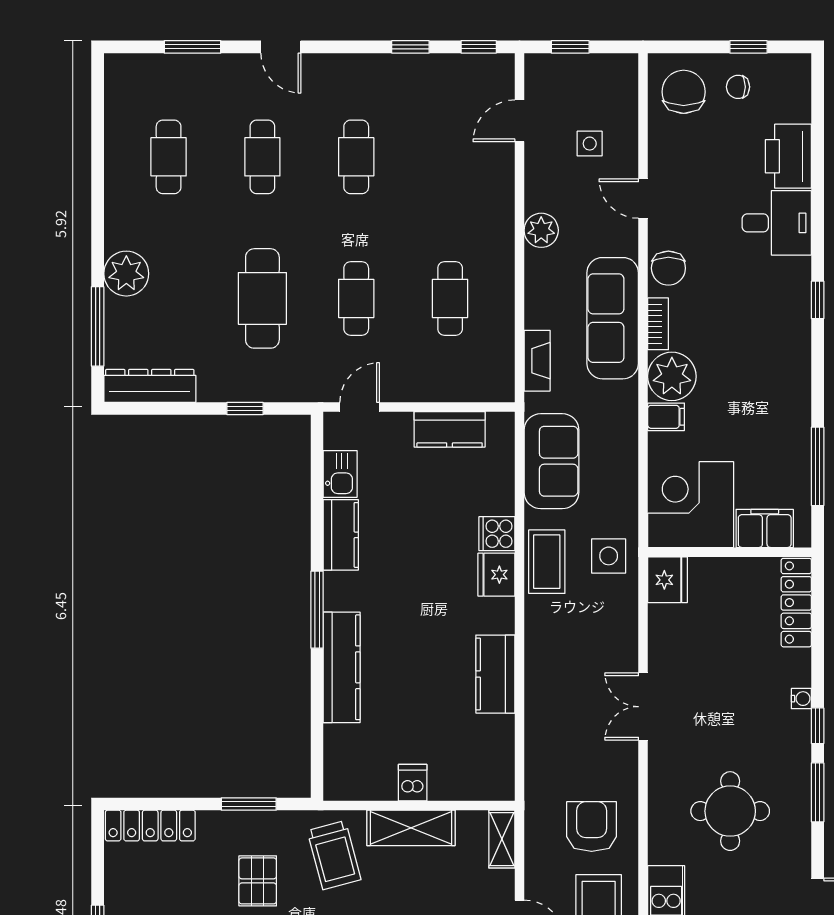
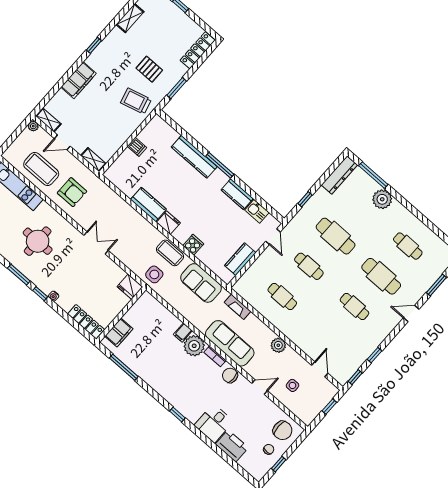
cafe table: (262, 157) -> (381, 276), width x1.37, depth x1.35
corner desk: (691, 505) -> (148, 315), removed
fridge: (496, 575) -> (168, 223), moved
shelving: (411, 828) -> (123, 134), removed

